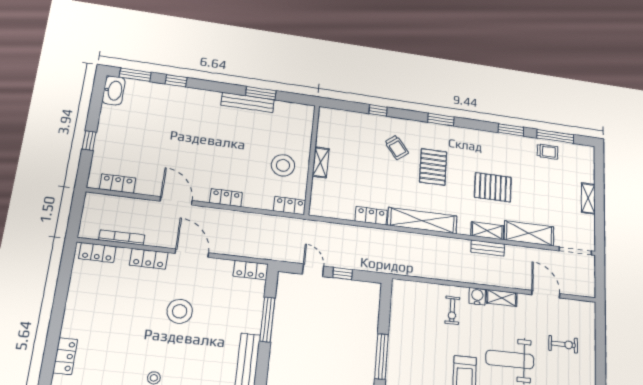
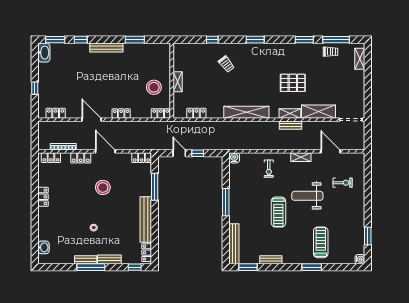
bench: (248, 102) -> (106, 47), moved
pallet: (433, 167) -> (252, 74), removed
shelving: (588, 198) -> (360, 59), moved
locker: (371, 216) -> (196, 113), moved
water cooler: (477, 296) -> (234, 158), moved
locker: (65, 356) -> (43, 197), moved

